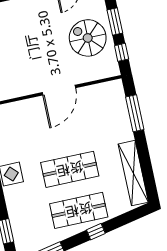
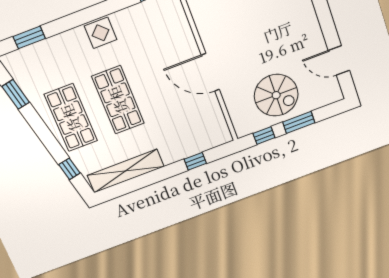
spiral stairs: (88, 38) -> (276, 95), turned 90
window: (135, 113) -> (195, 161), width x0.46
window: (96, 232) -> (69, 169), moved

